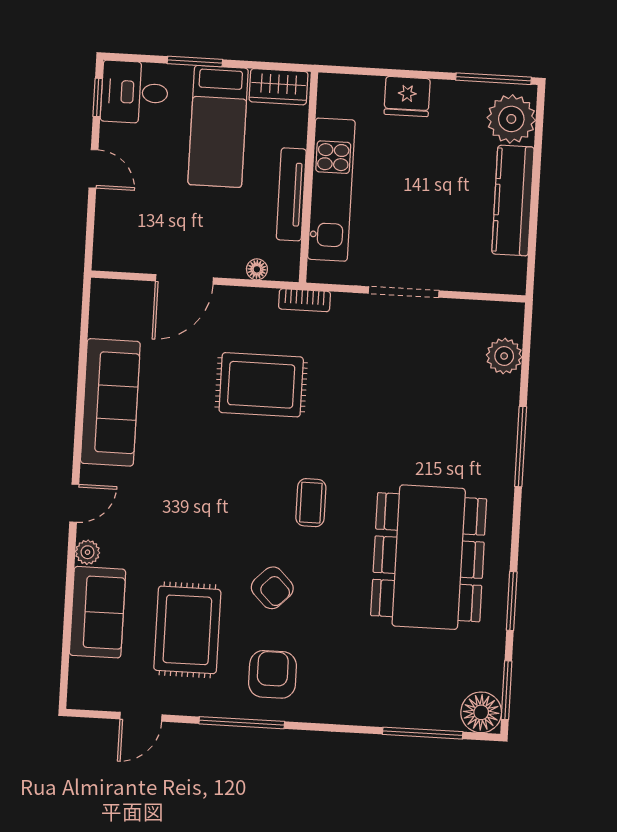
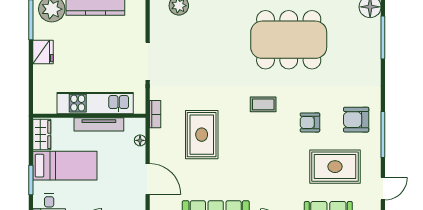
fridge: (407, 96) -> (43, 52), moved
armchair: (272, 588) -> (310, 122), turned -135
door: (141, 717) -> (383, 189), hinge flipped

